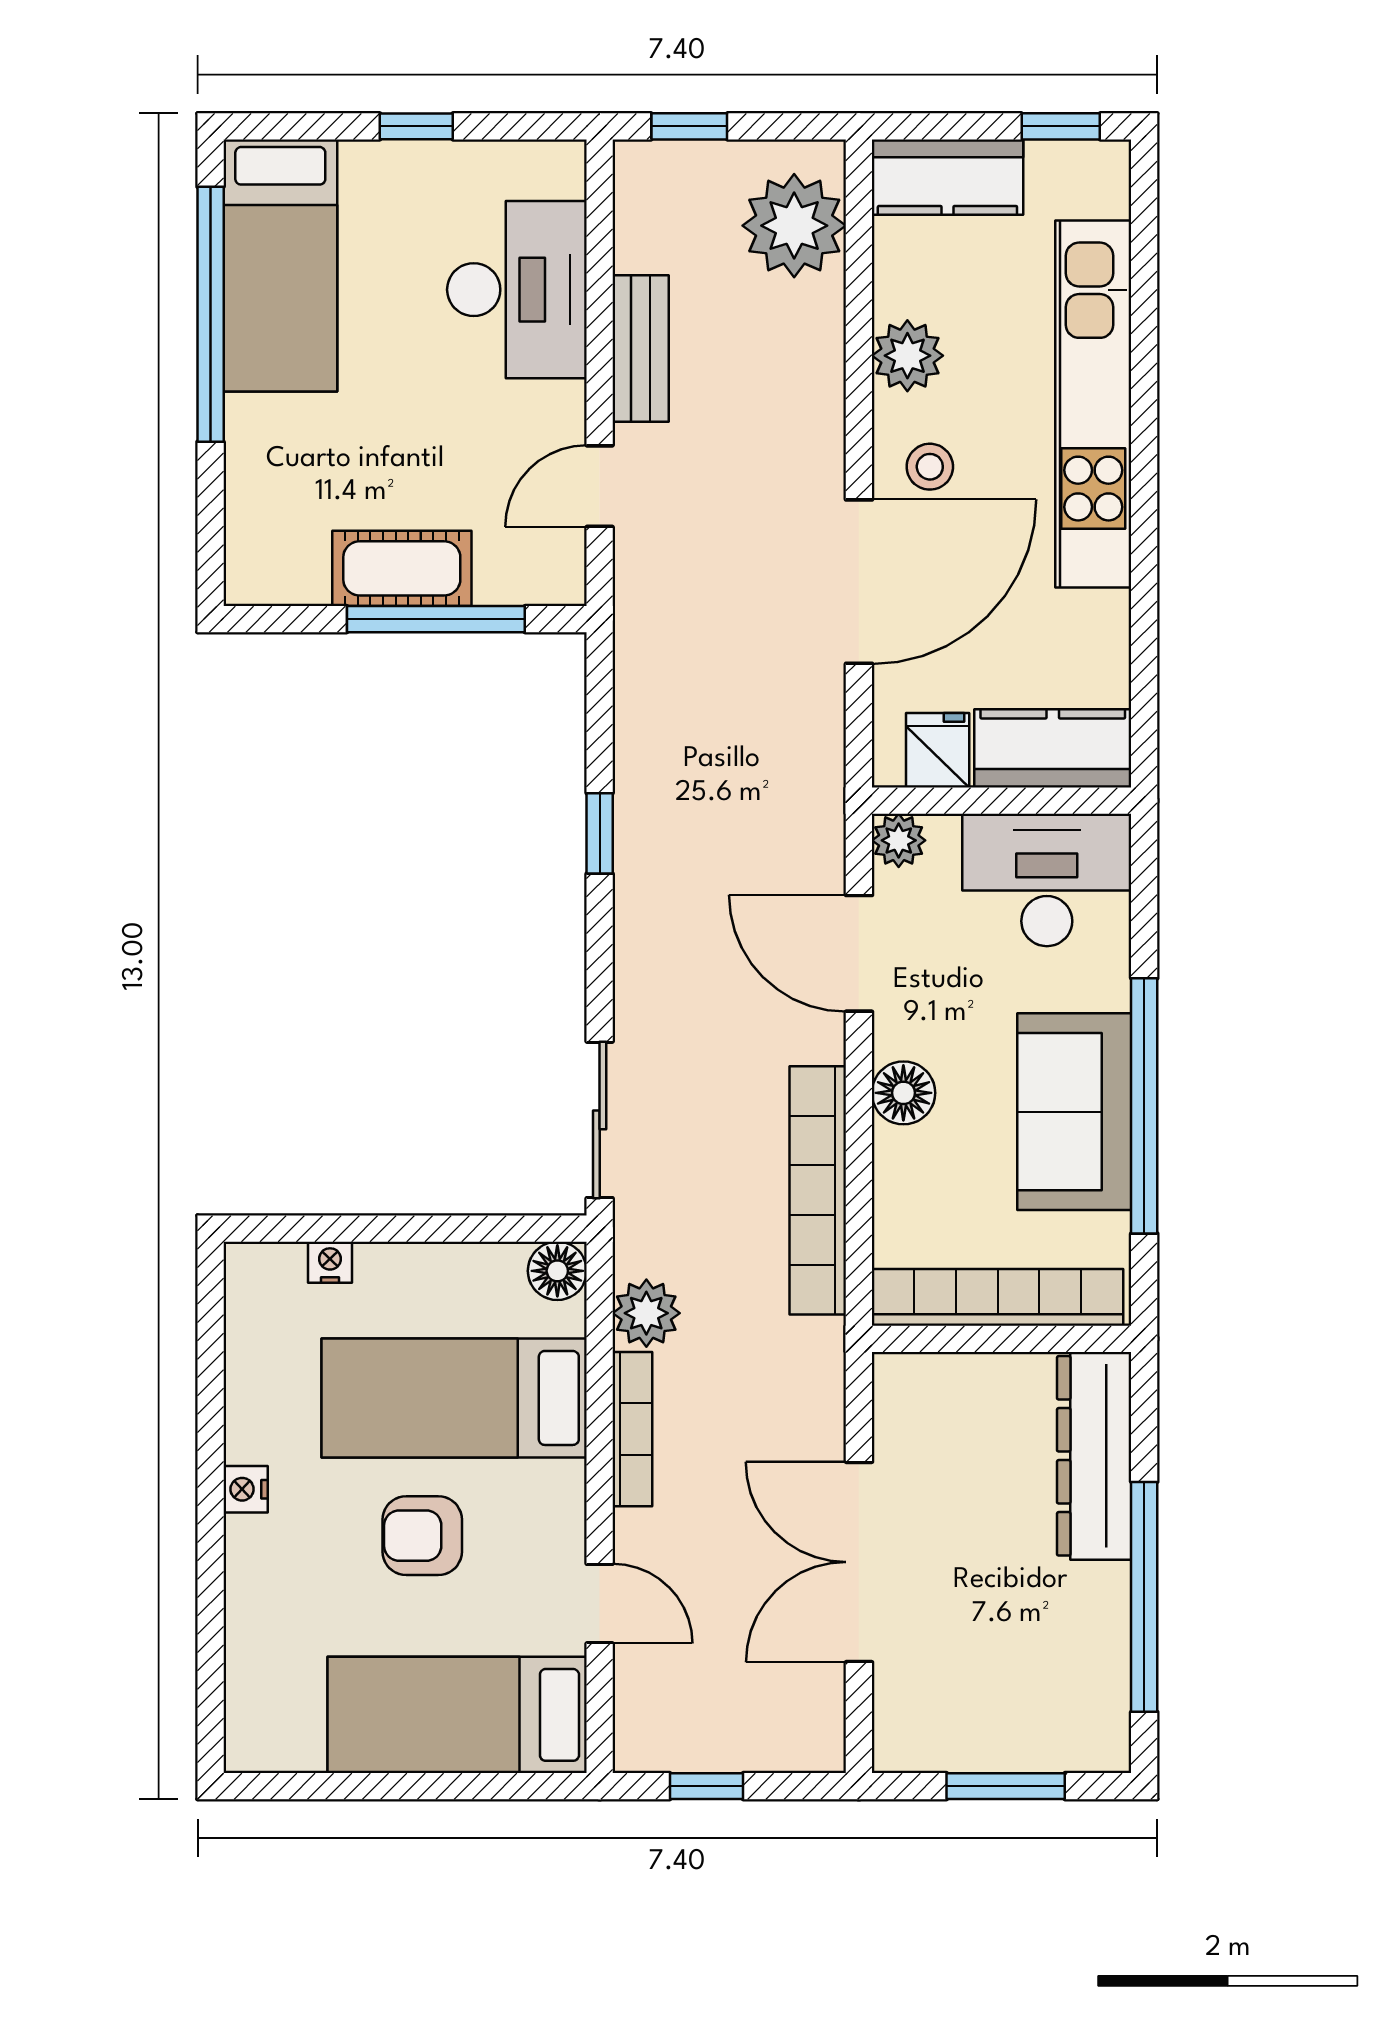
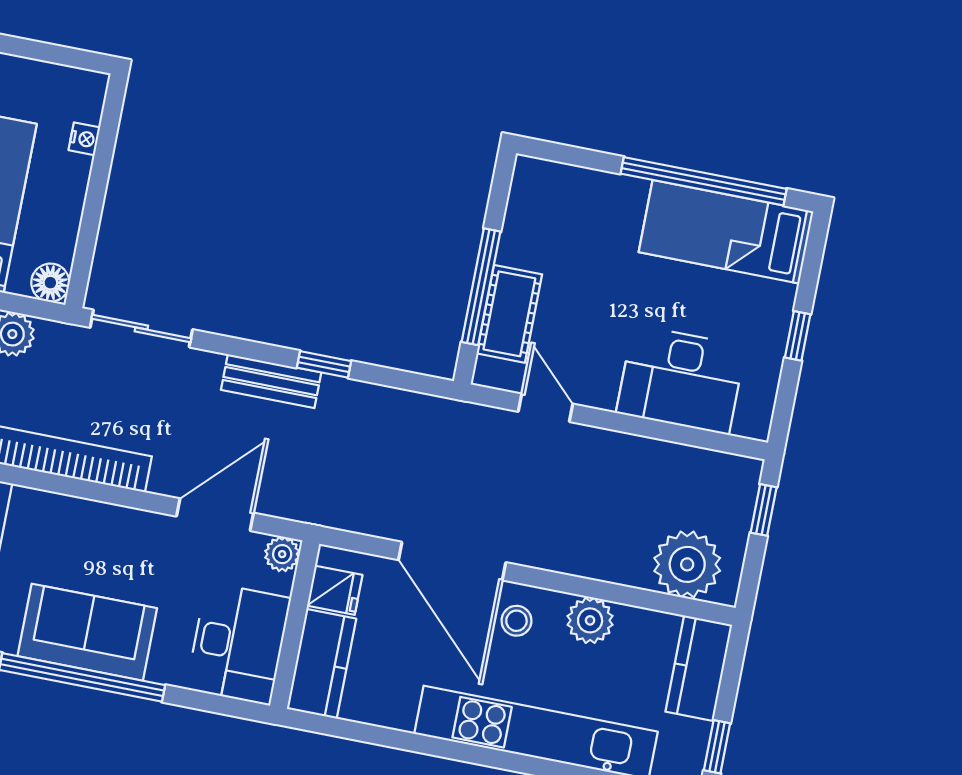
bench: (641, 348) -> (271, 381), moved
cot: (402, 568) -> (509, 314), moved
floor lamp: (903, 1093) -> (121, 526), removed

